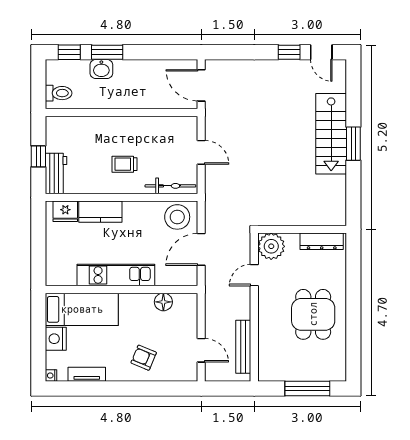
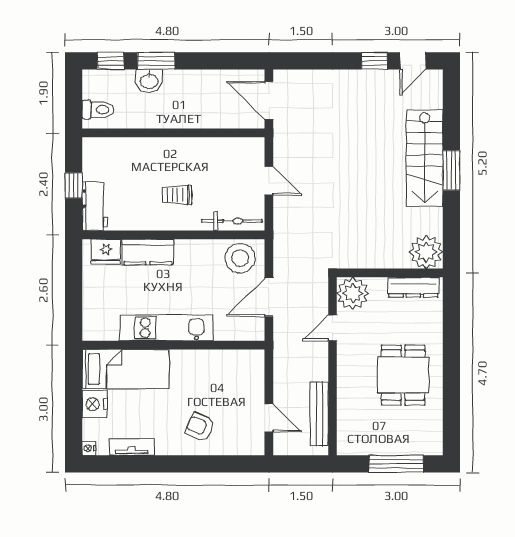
door: (321, 52) -> (413, 61), hinge flipped
plant: (332, 212) -> (426, 252), added
floor lamp: (163, 302) -> (224, 360), removed

